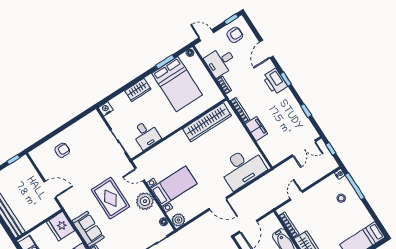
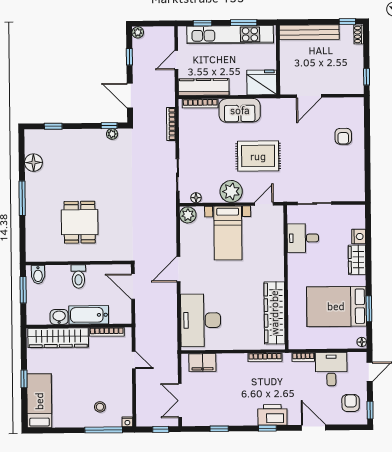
armchair: (235, 35) -> (351, 403), turned 180
nightstand: (106, 109) -> (359, 237), moved
filing cabinet: (256, 129) -> (202, 363), moved

